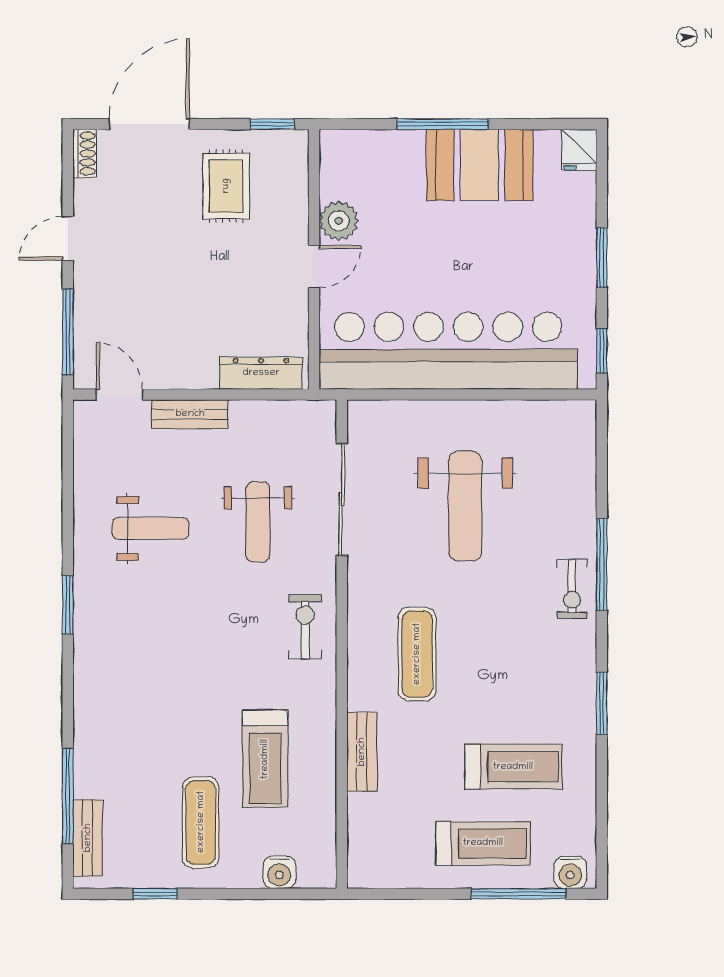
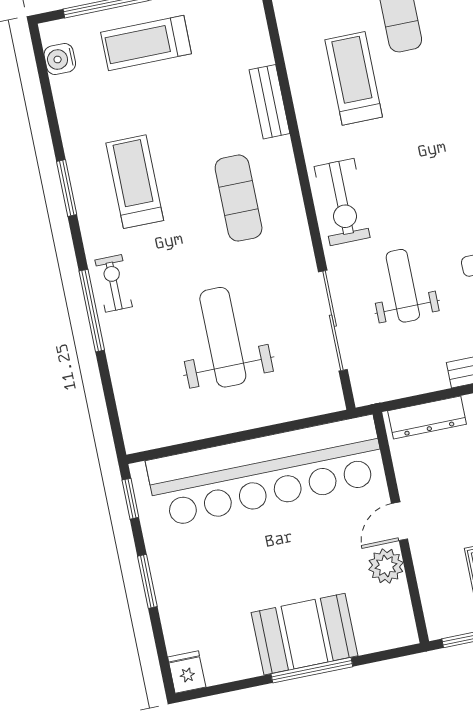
booth: (479, 165) -> (304, 634), moved
exercise bike: (305, 627) -> (342, 202), width x1.38, depth x1.39
treadmill: (513, 767) -> (135, 182), moved, turned 90
water cooler: (570, 872) -> (60, 59), moved, turned -90

